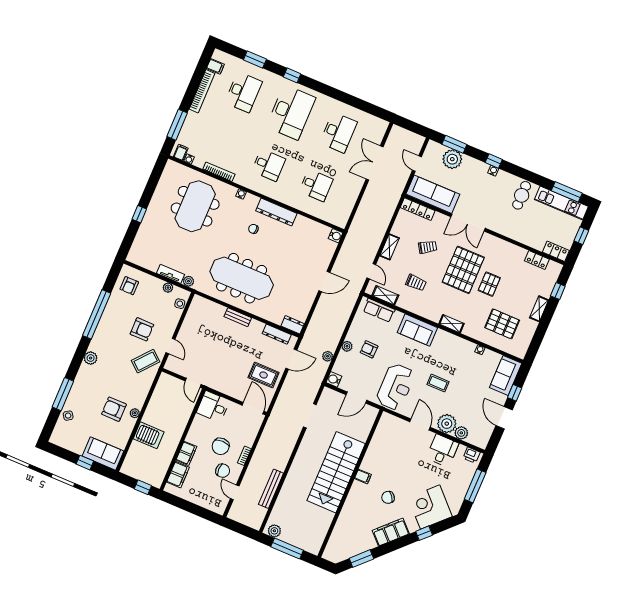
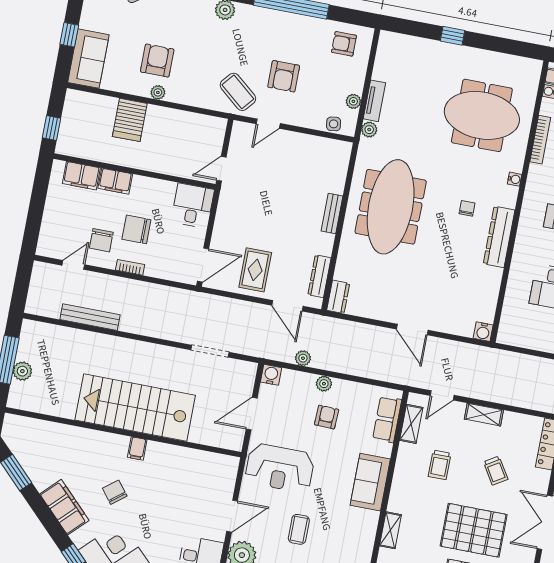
door: (356, 397) -> (252, 414), hinge flipped
plant: (274, 531) -> (22, 371), moved

